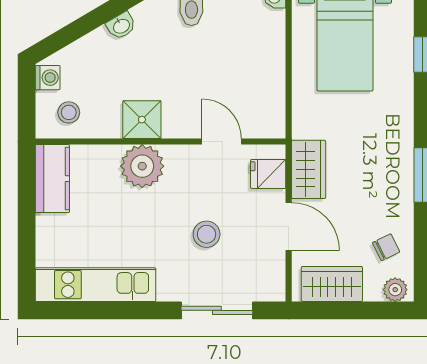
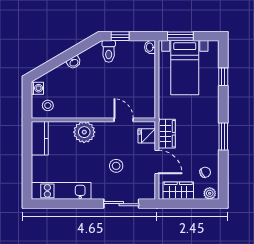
shower: (142, 120) -> (84, 109), removed

